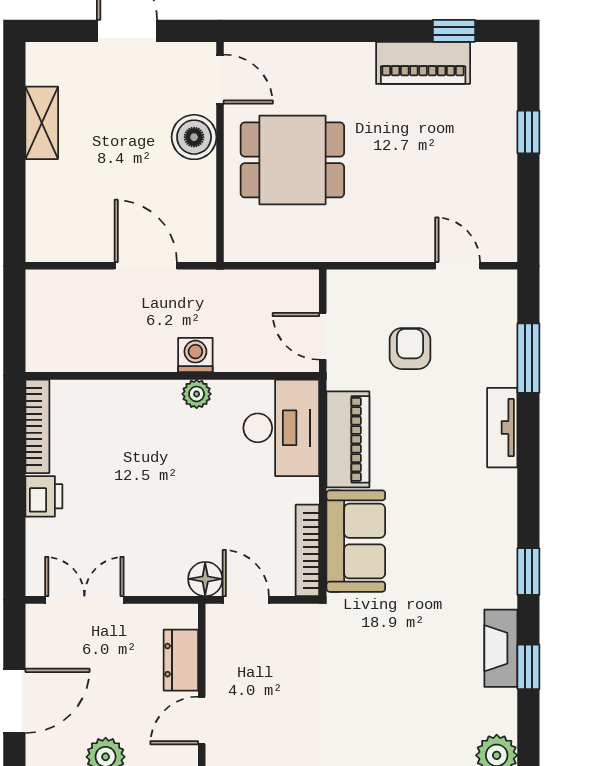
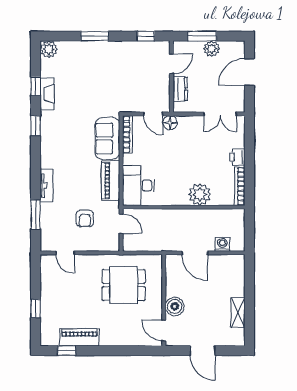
dining table: (292, 160) -> (124, 285), moved
washing machine: (195, 355) -> (222, 244), moved, turned 180
plant: (197, 394) -> (200, 194), moved, width x1.88, depth x1.88

